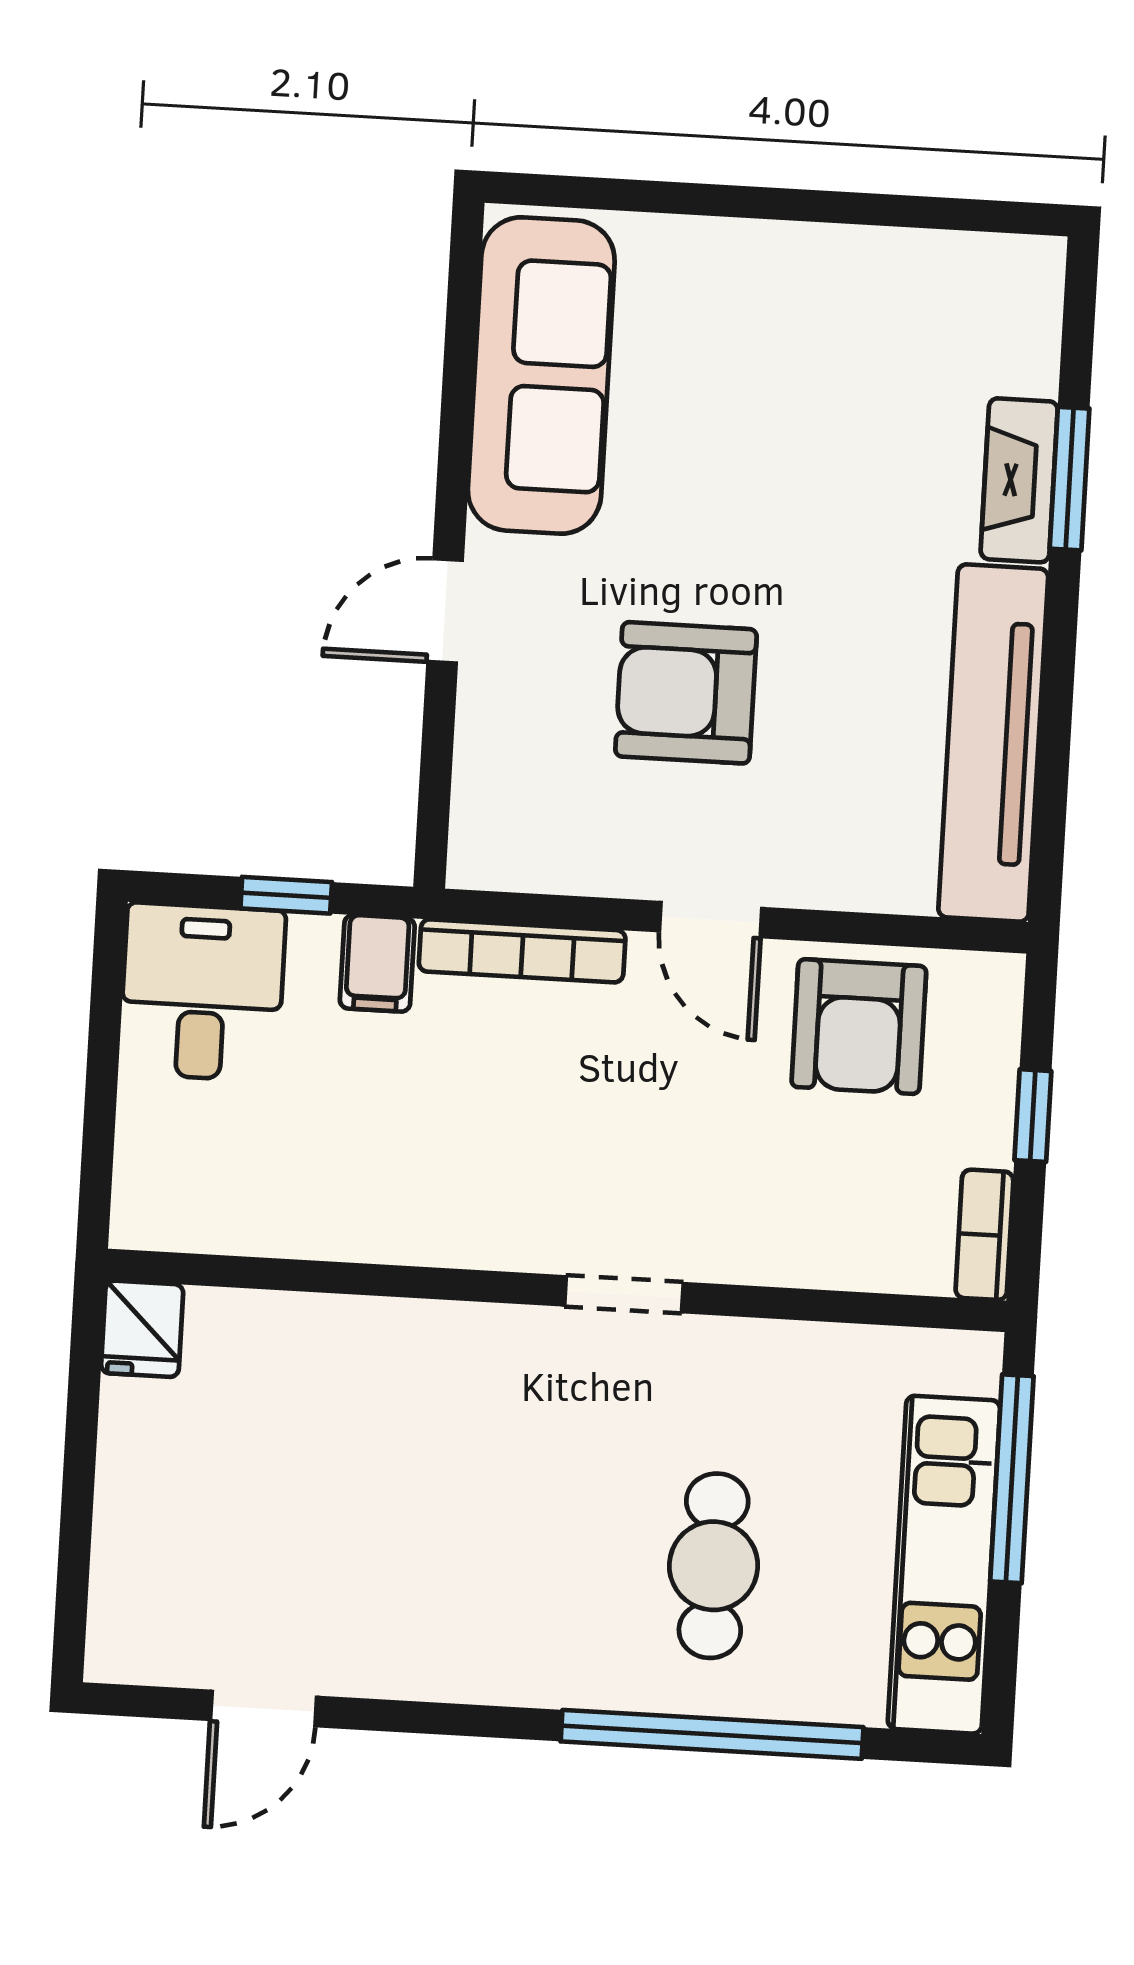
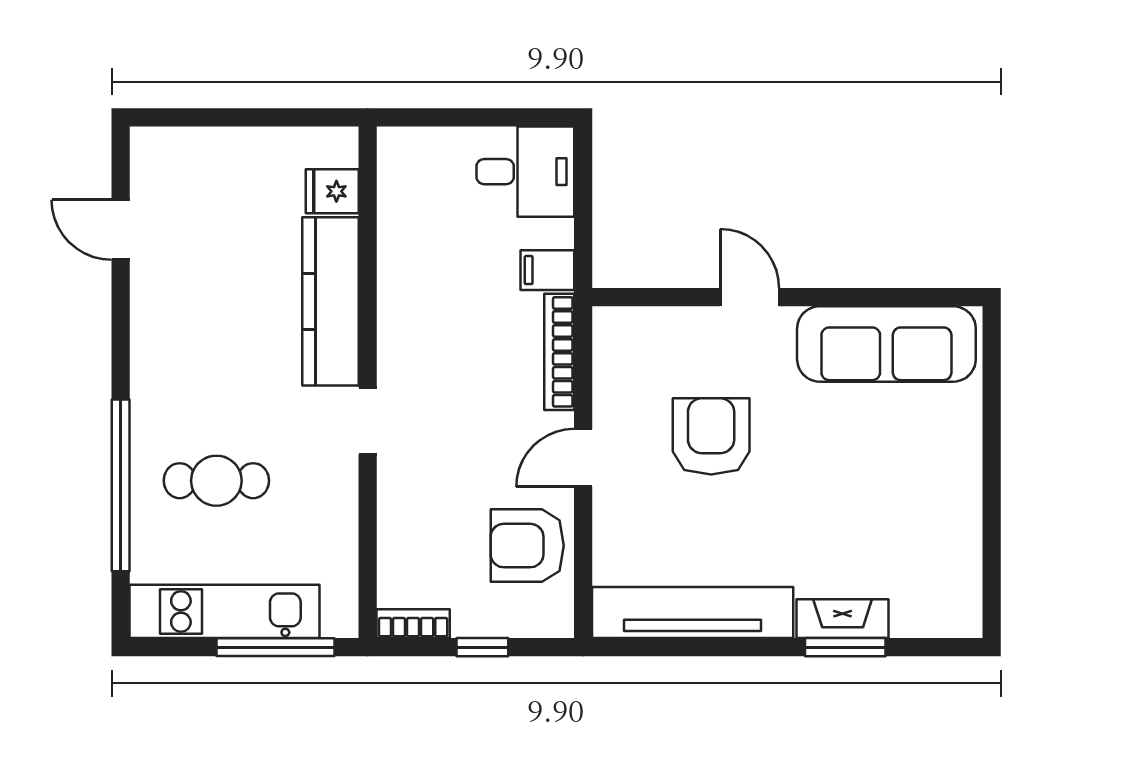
window: (286, 895) -> (583, 216), removed
fridge: (142, 1329) -> (332, 191), moved
kitchen counter: (410, 1347) -> (331, 301), added

